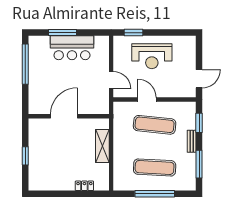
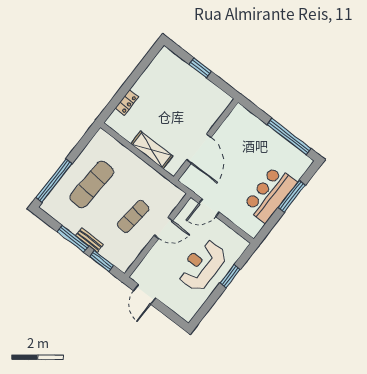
window: (134, 33) -> (230, 276), moved
door: (64, 116) -> (199, 149), moved
exercise mat: (155, 125) -> (133, 216), width x0.73, depth x0.69
window: (199, 164) -> (73, 239), moved
window: (155, 194) -> (54, 181), moved

